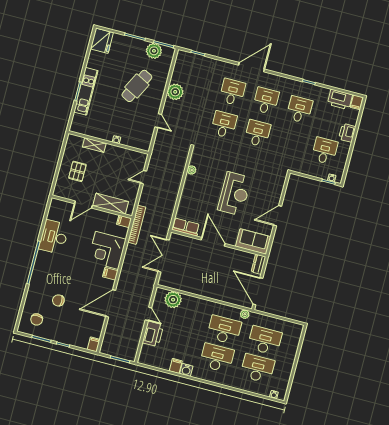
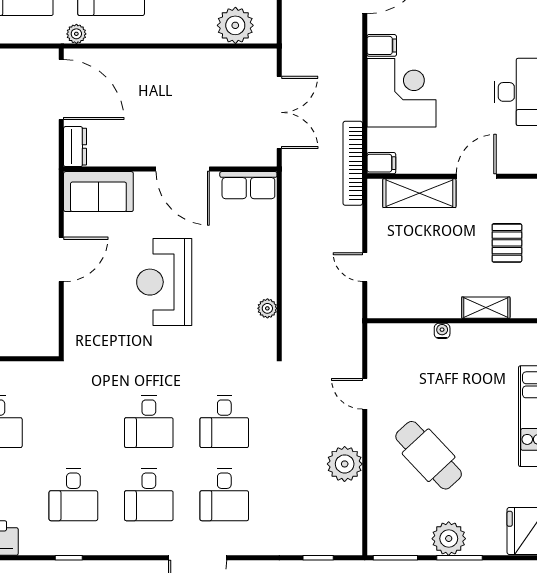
plant: (154, 51) -> (449, 539), moved
cafe table: (137, 86) -> (429, 455), turned -70
door: (144, 177) -> (365, 267), swing flipped

